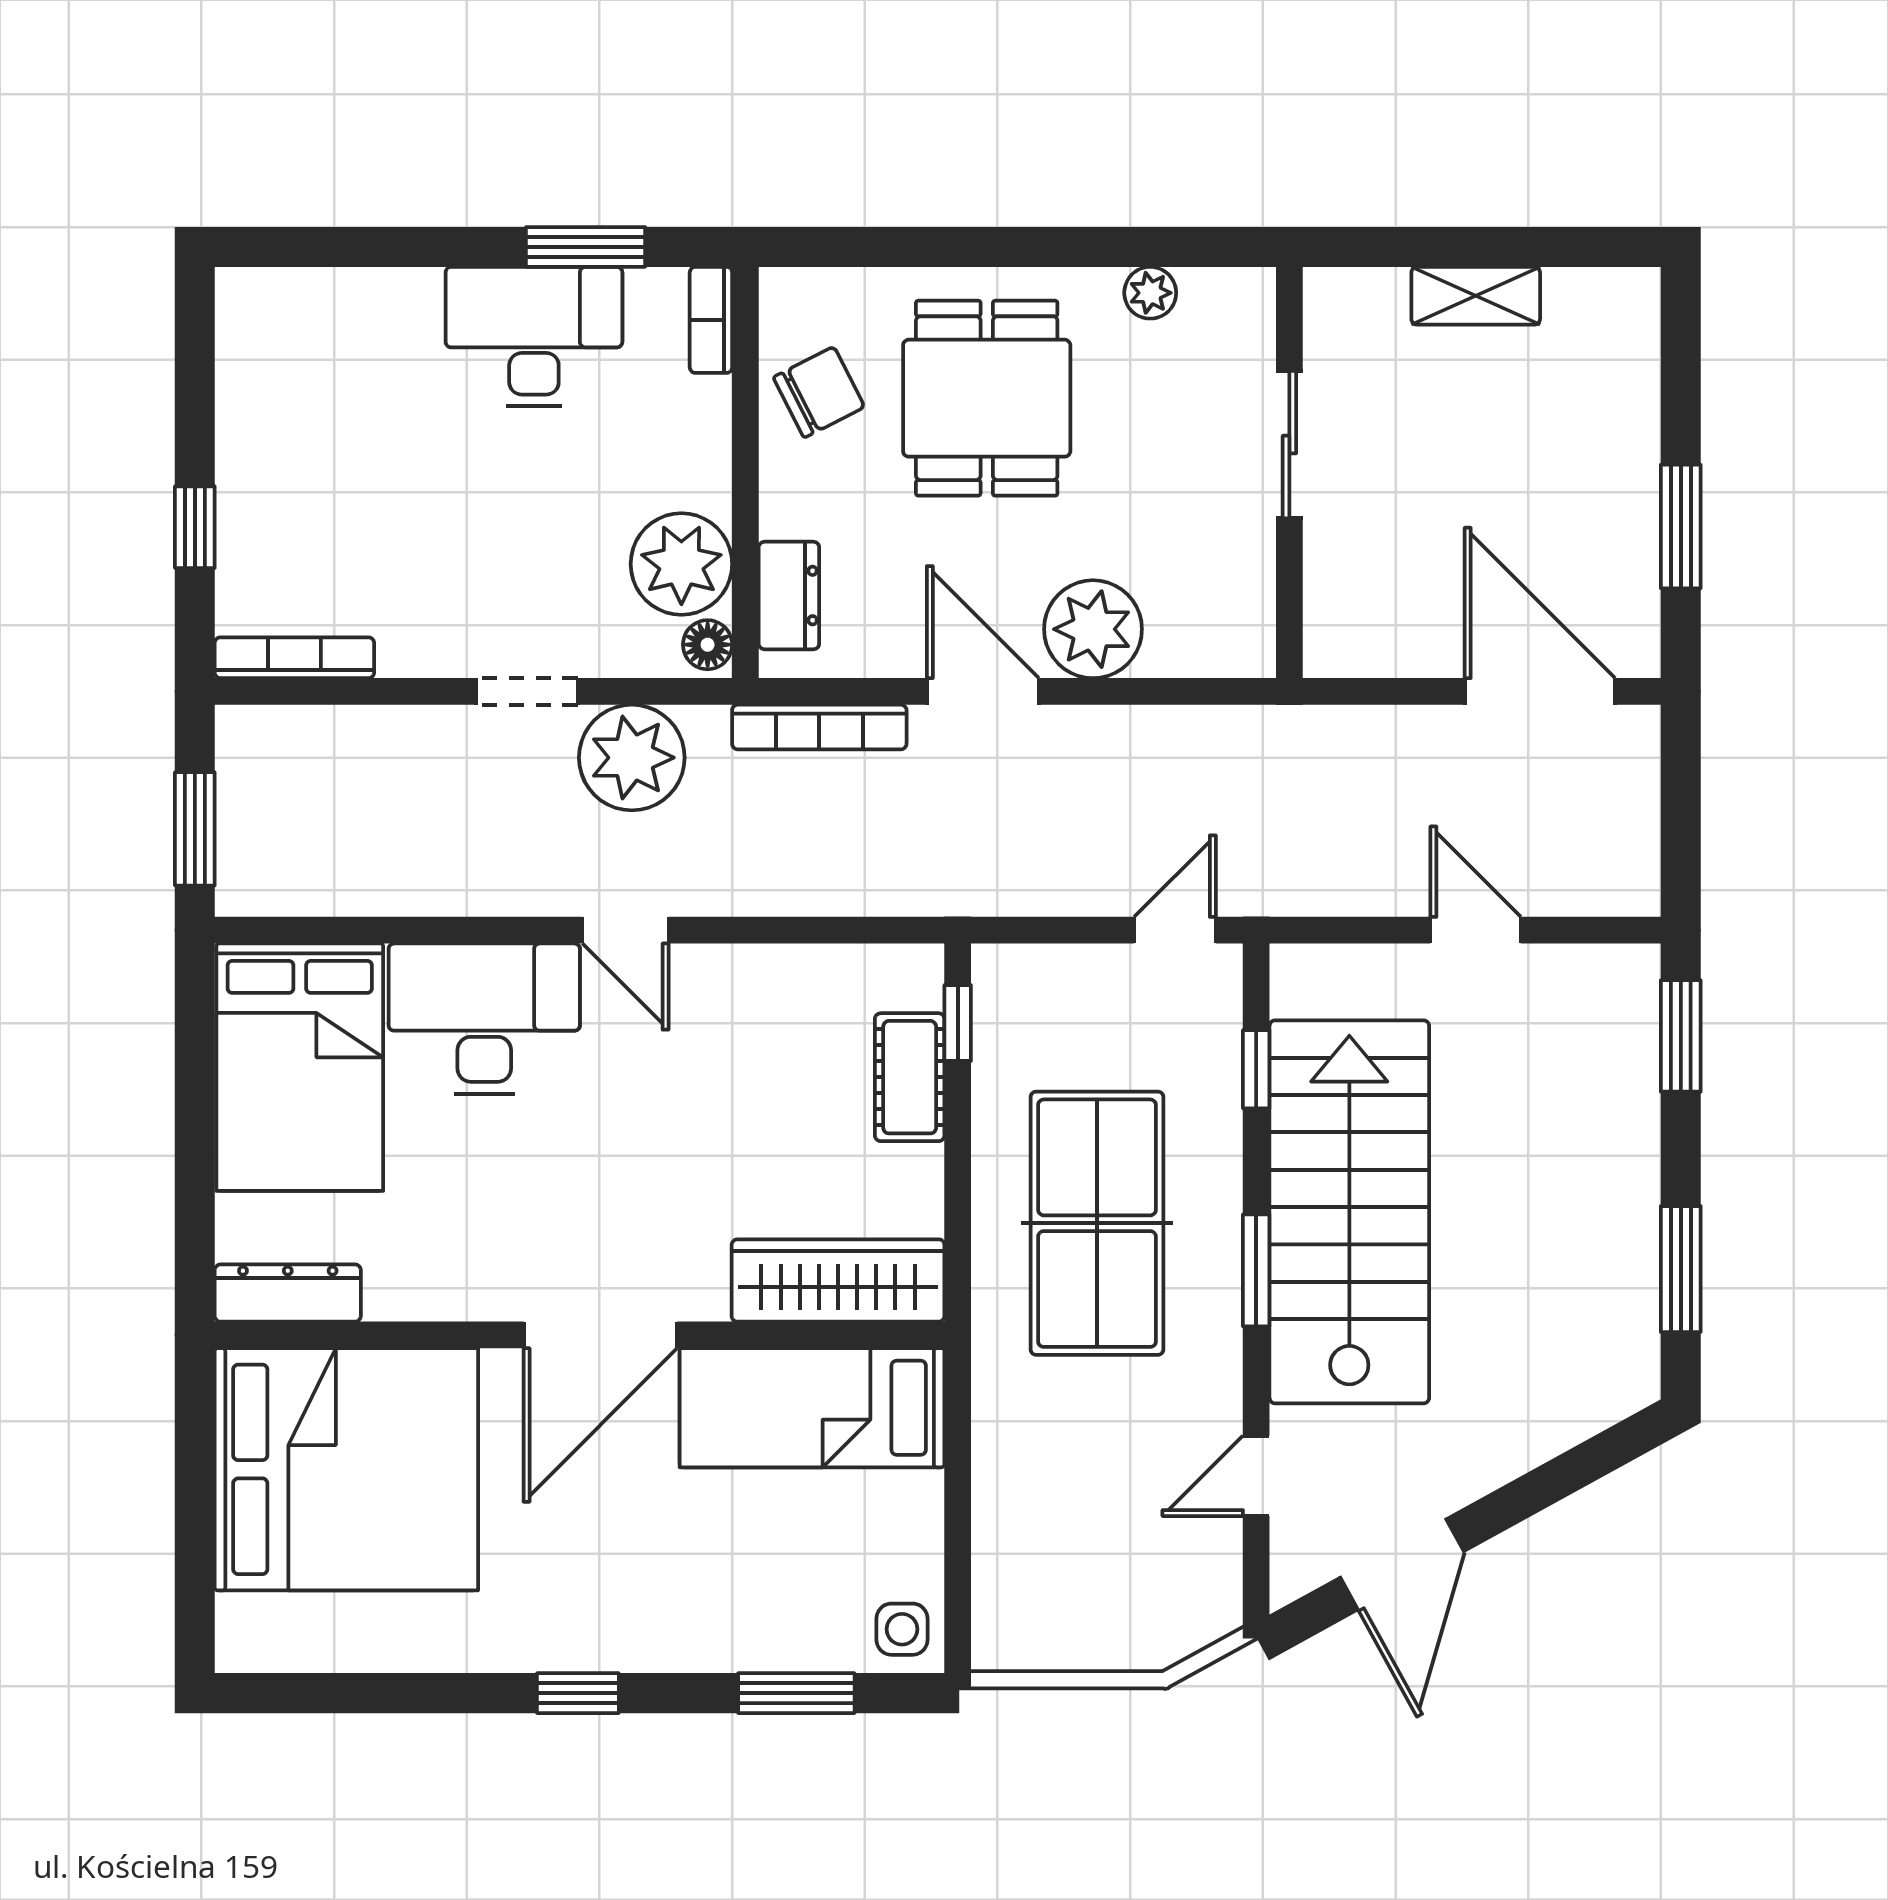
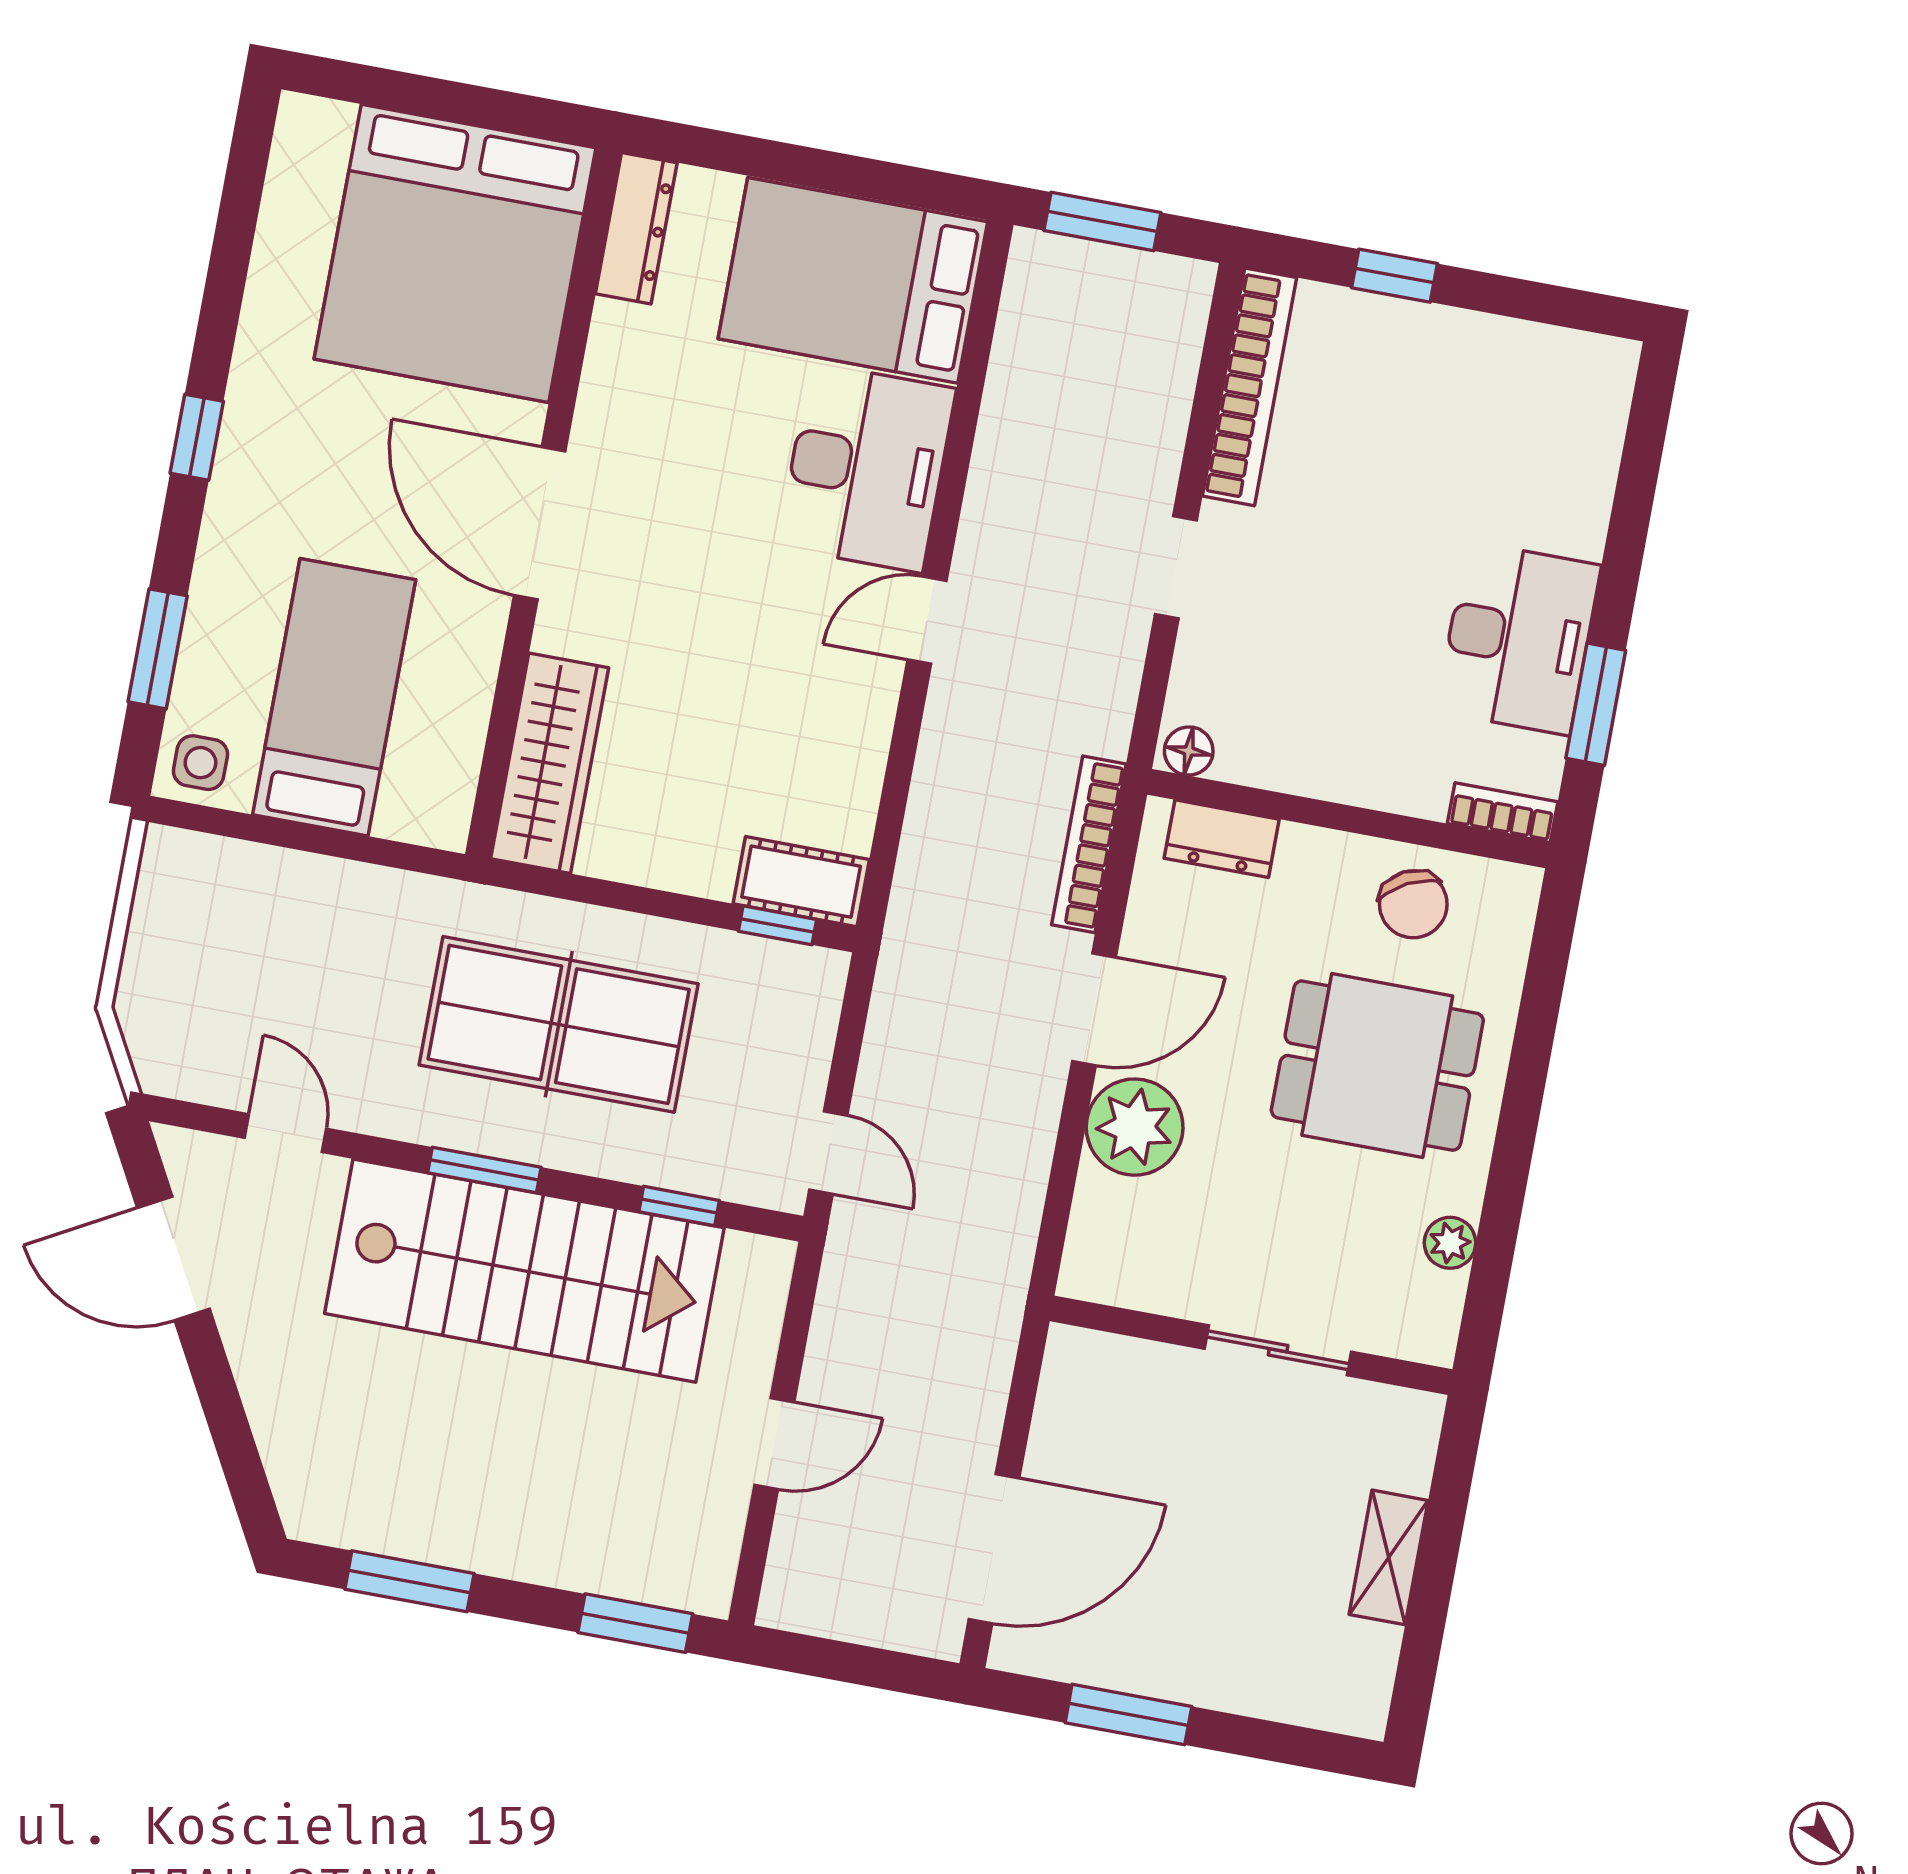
plant: (681, 564) -> (1272, 740), removed
bookcase: (294, 658) -> (1250, 387), width x1.48, depth x1.31
plant: (632, 758) -> (1093, 657), removed
cot: (910, 1077) -> (801, 882), moved
bed: (812, 1408) -> (334, 697), moved

